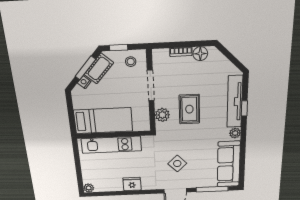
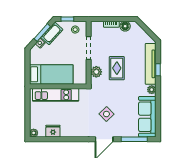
fridge: (132, 184) -> (53, 131), moved

